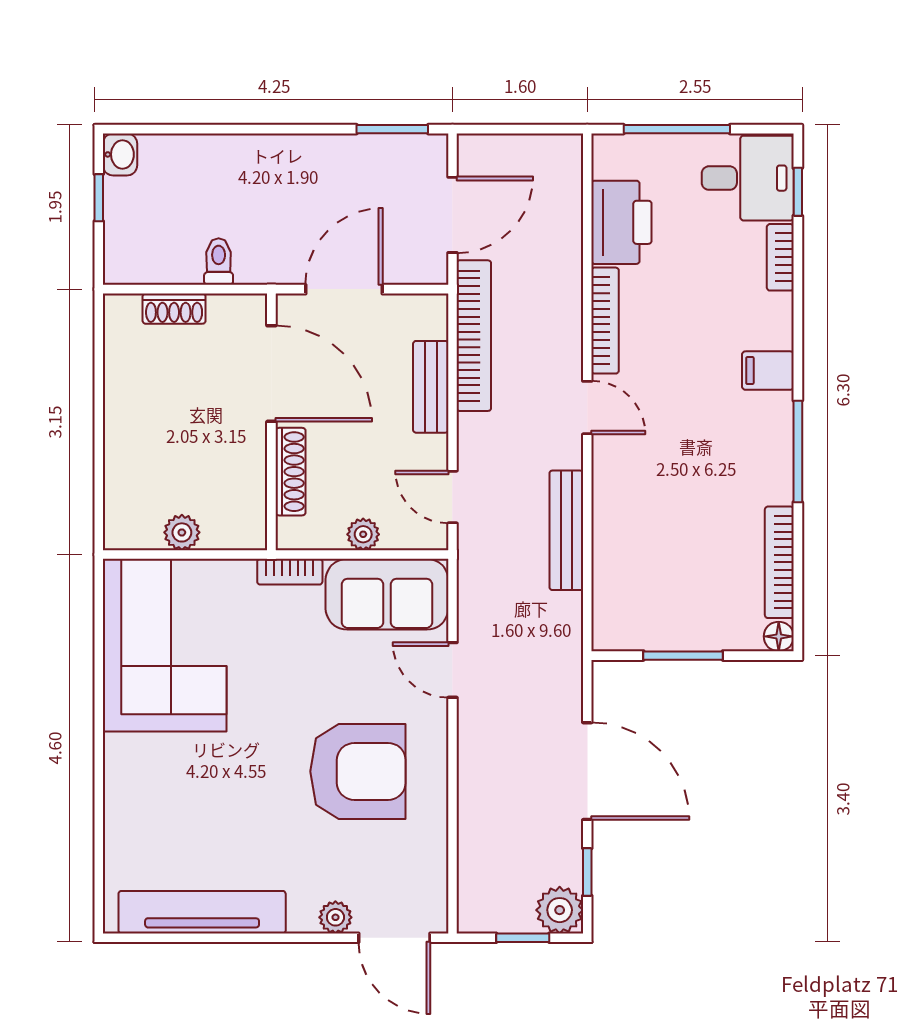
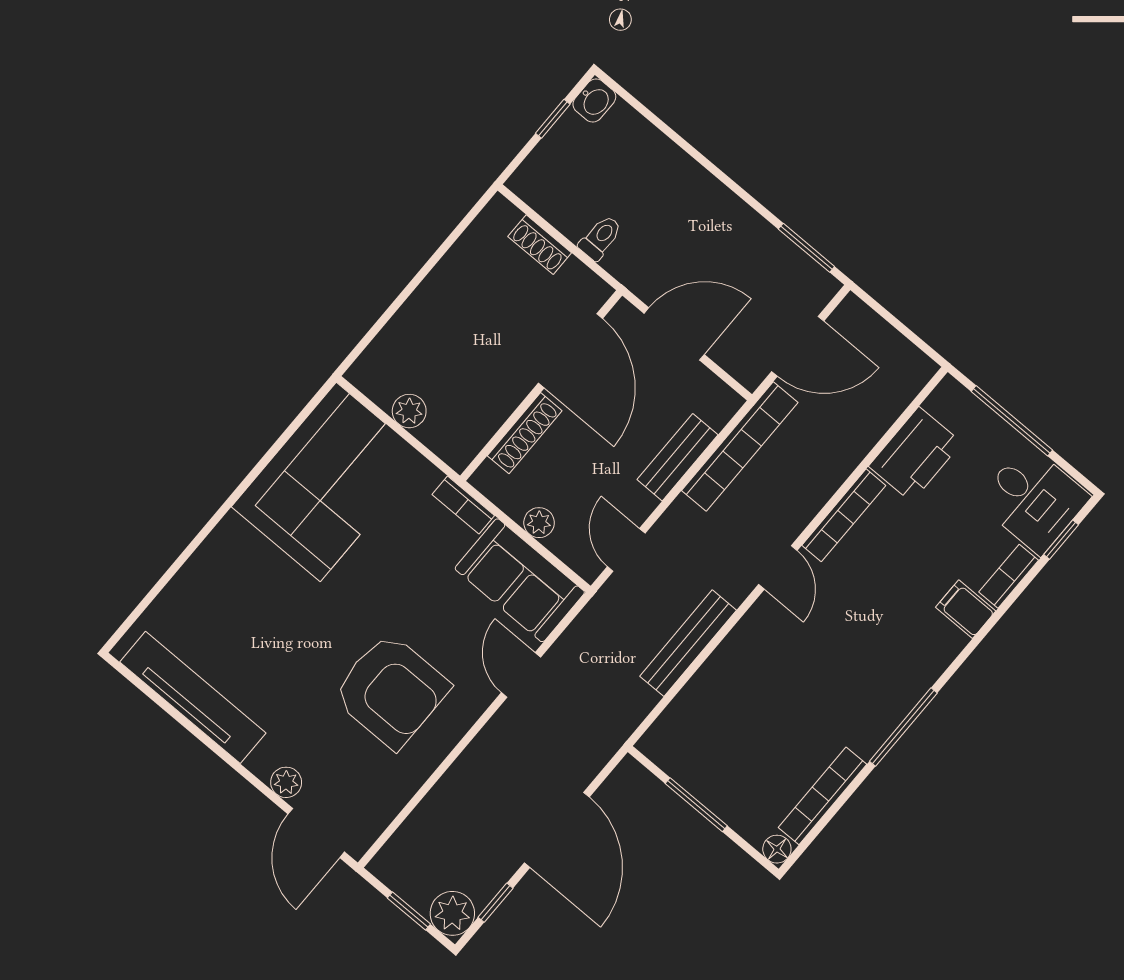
filing cabinet: (768, 371) -> (966, 609), moved

